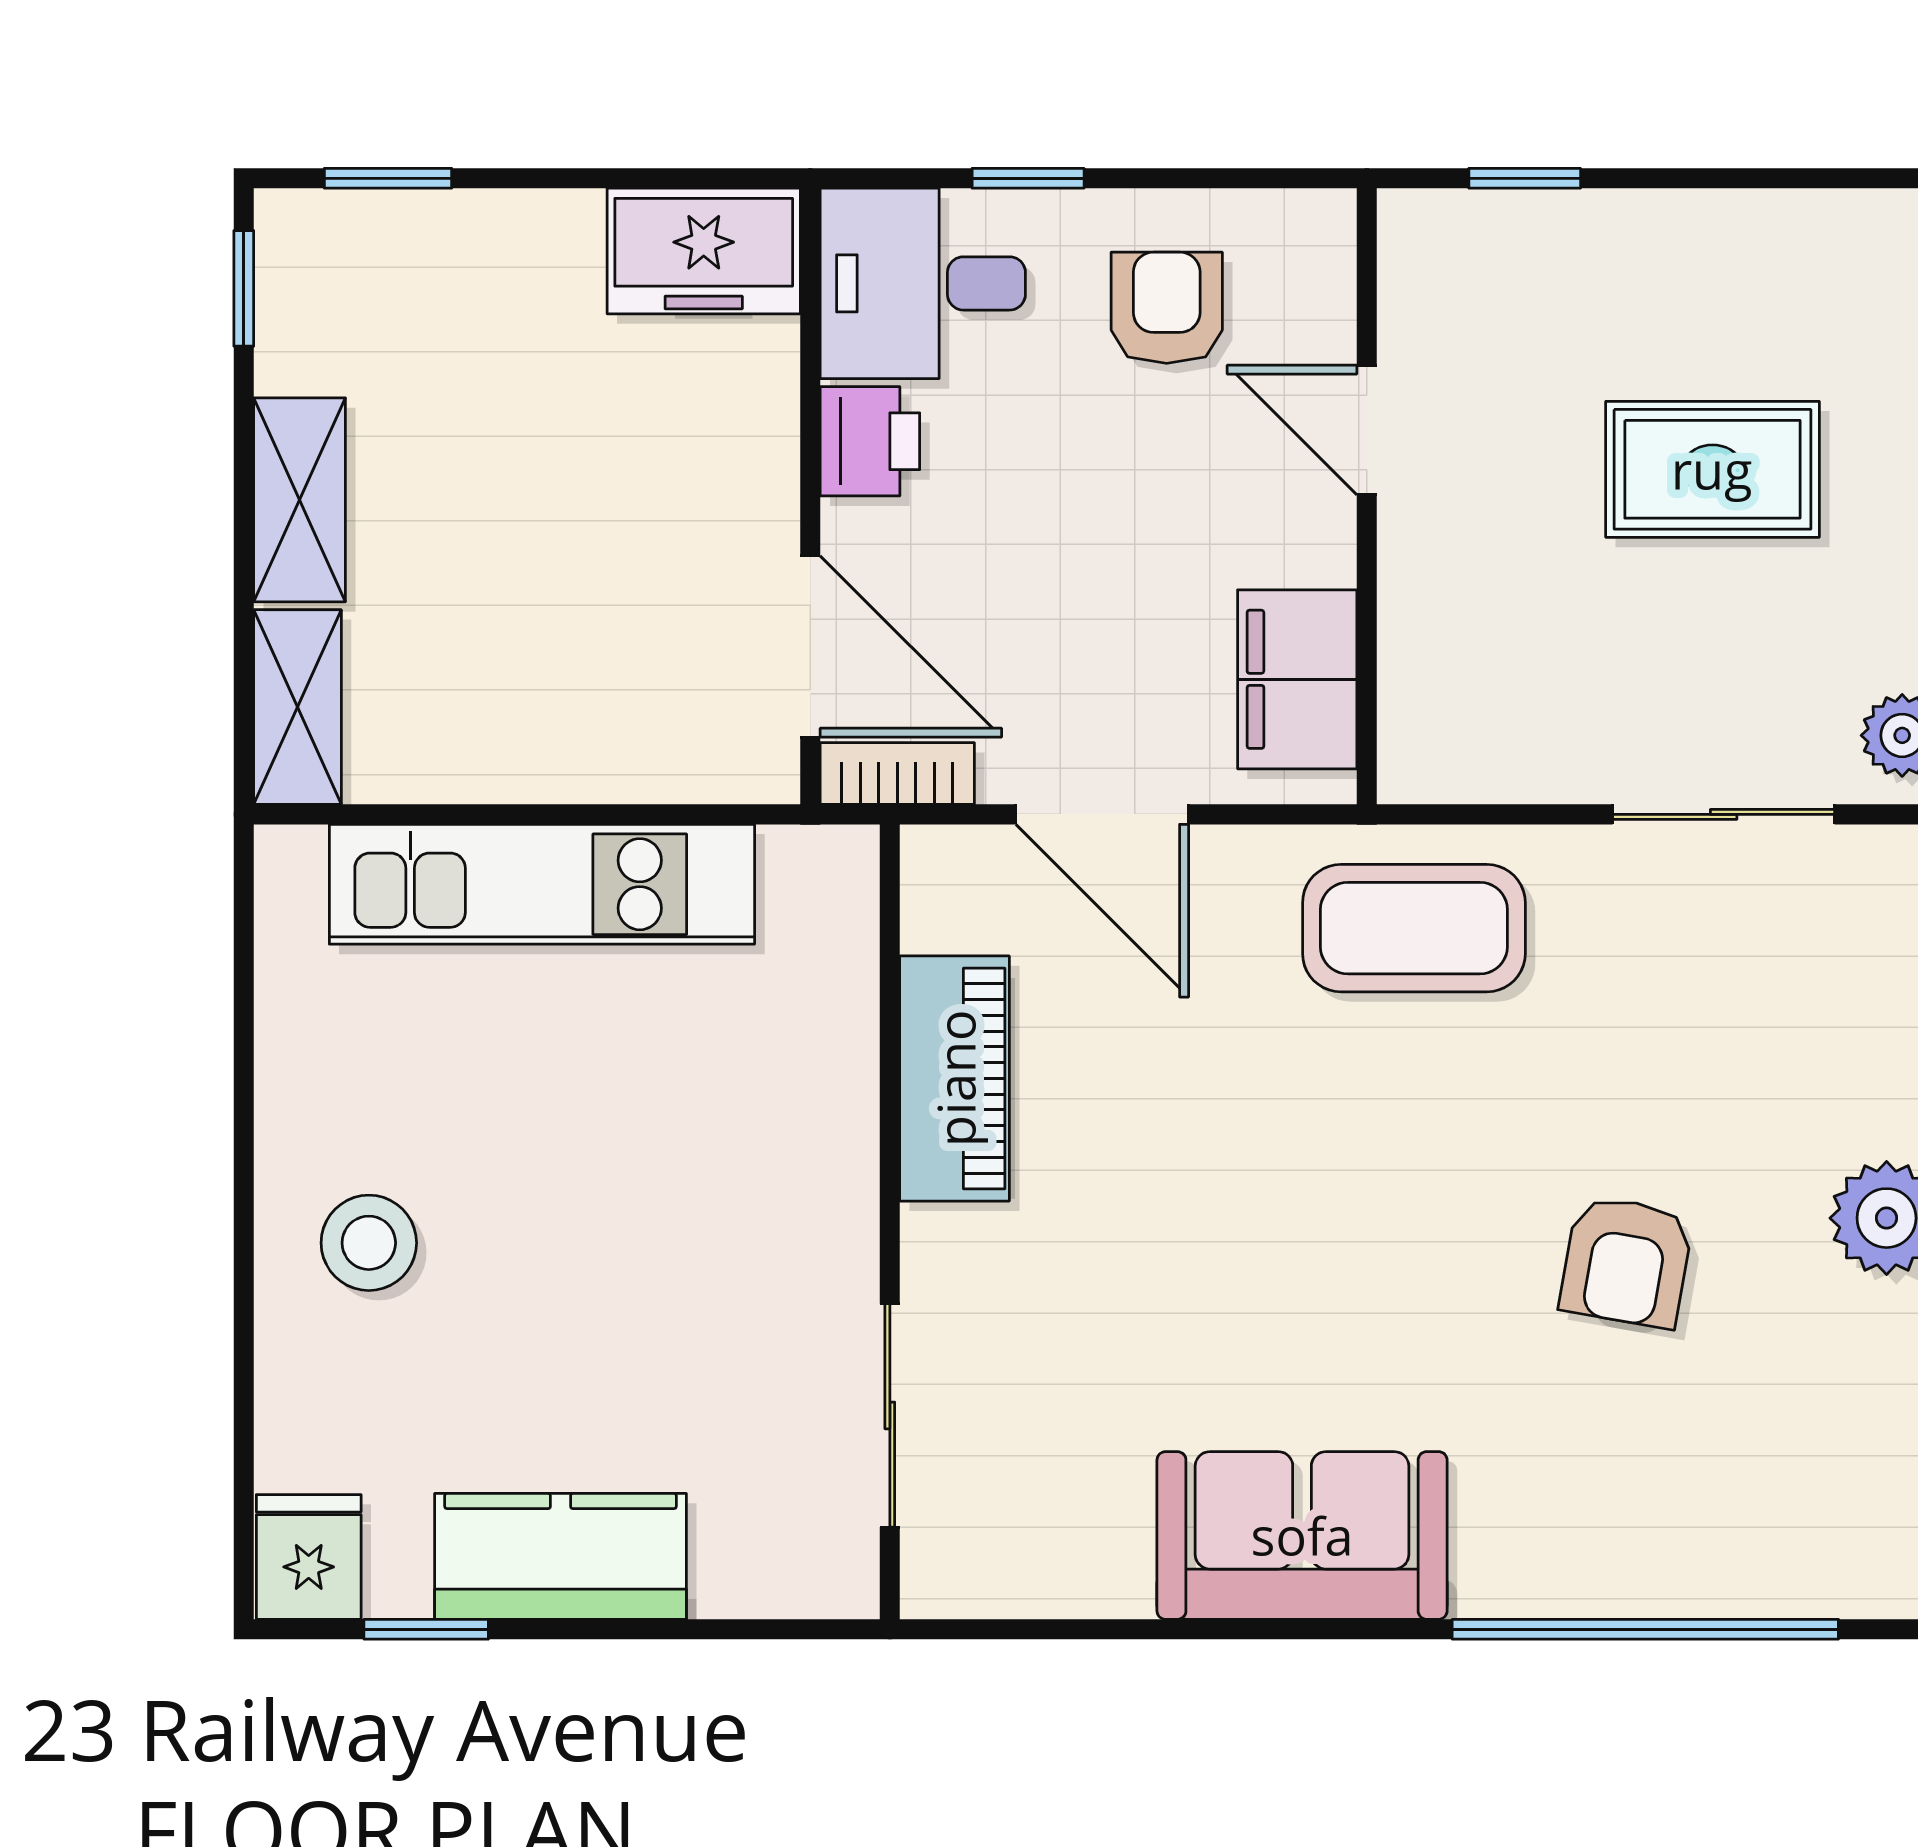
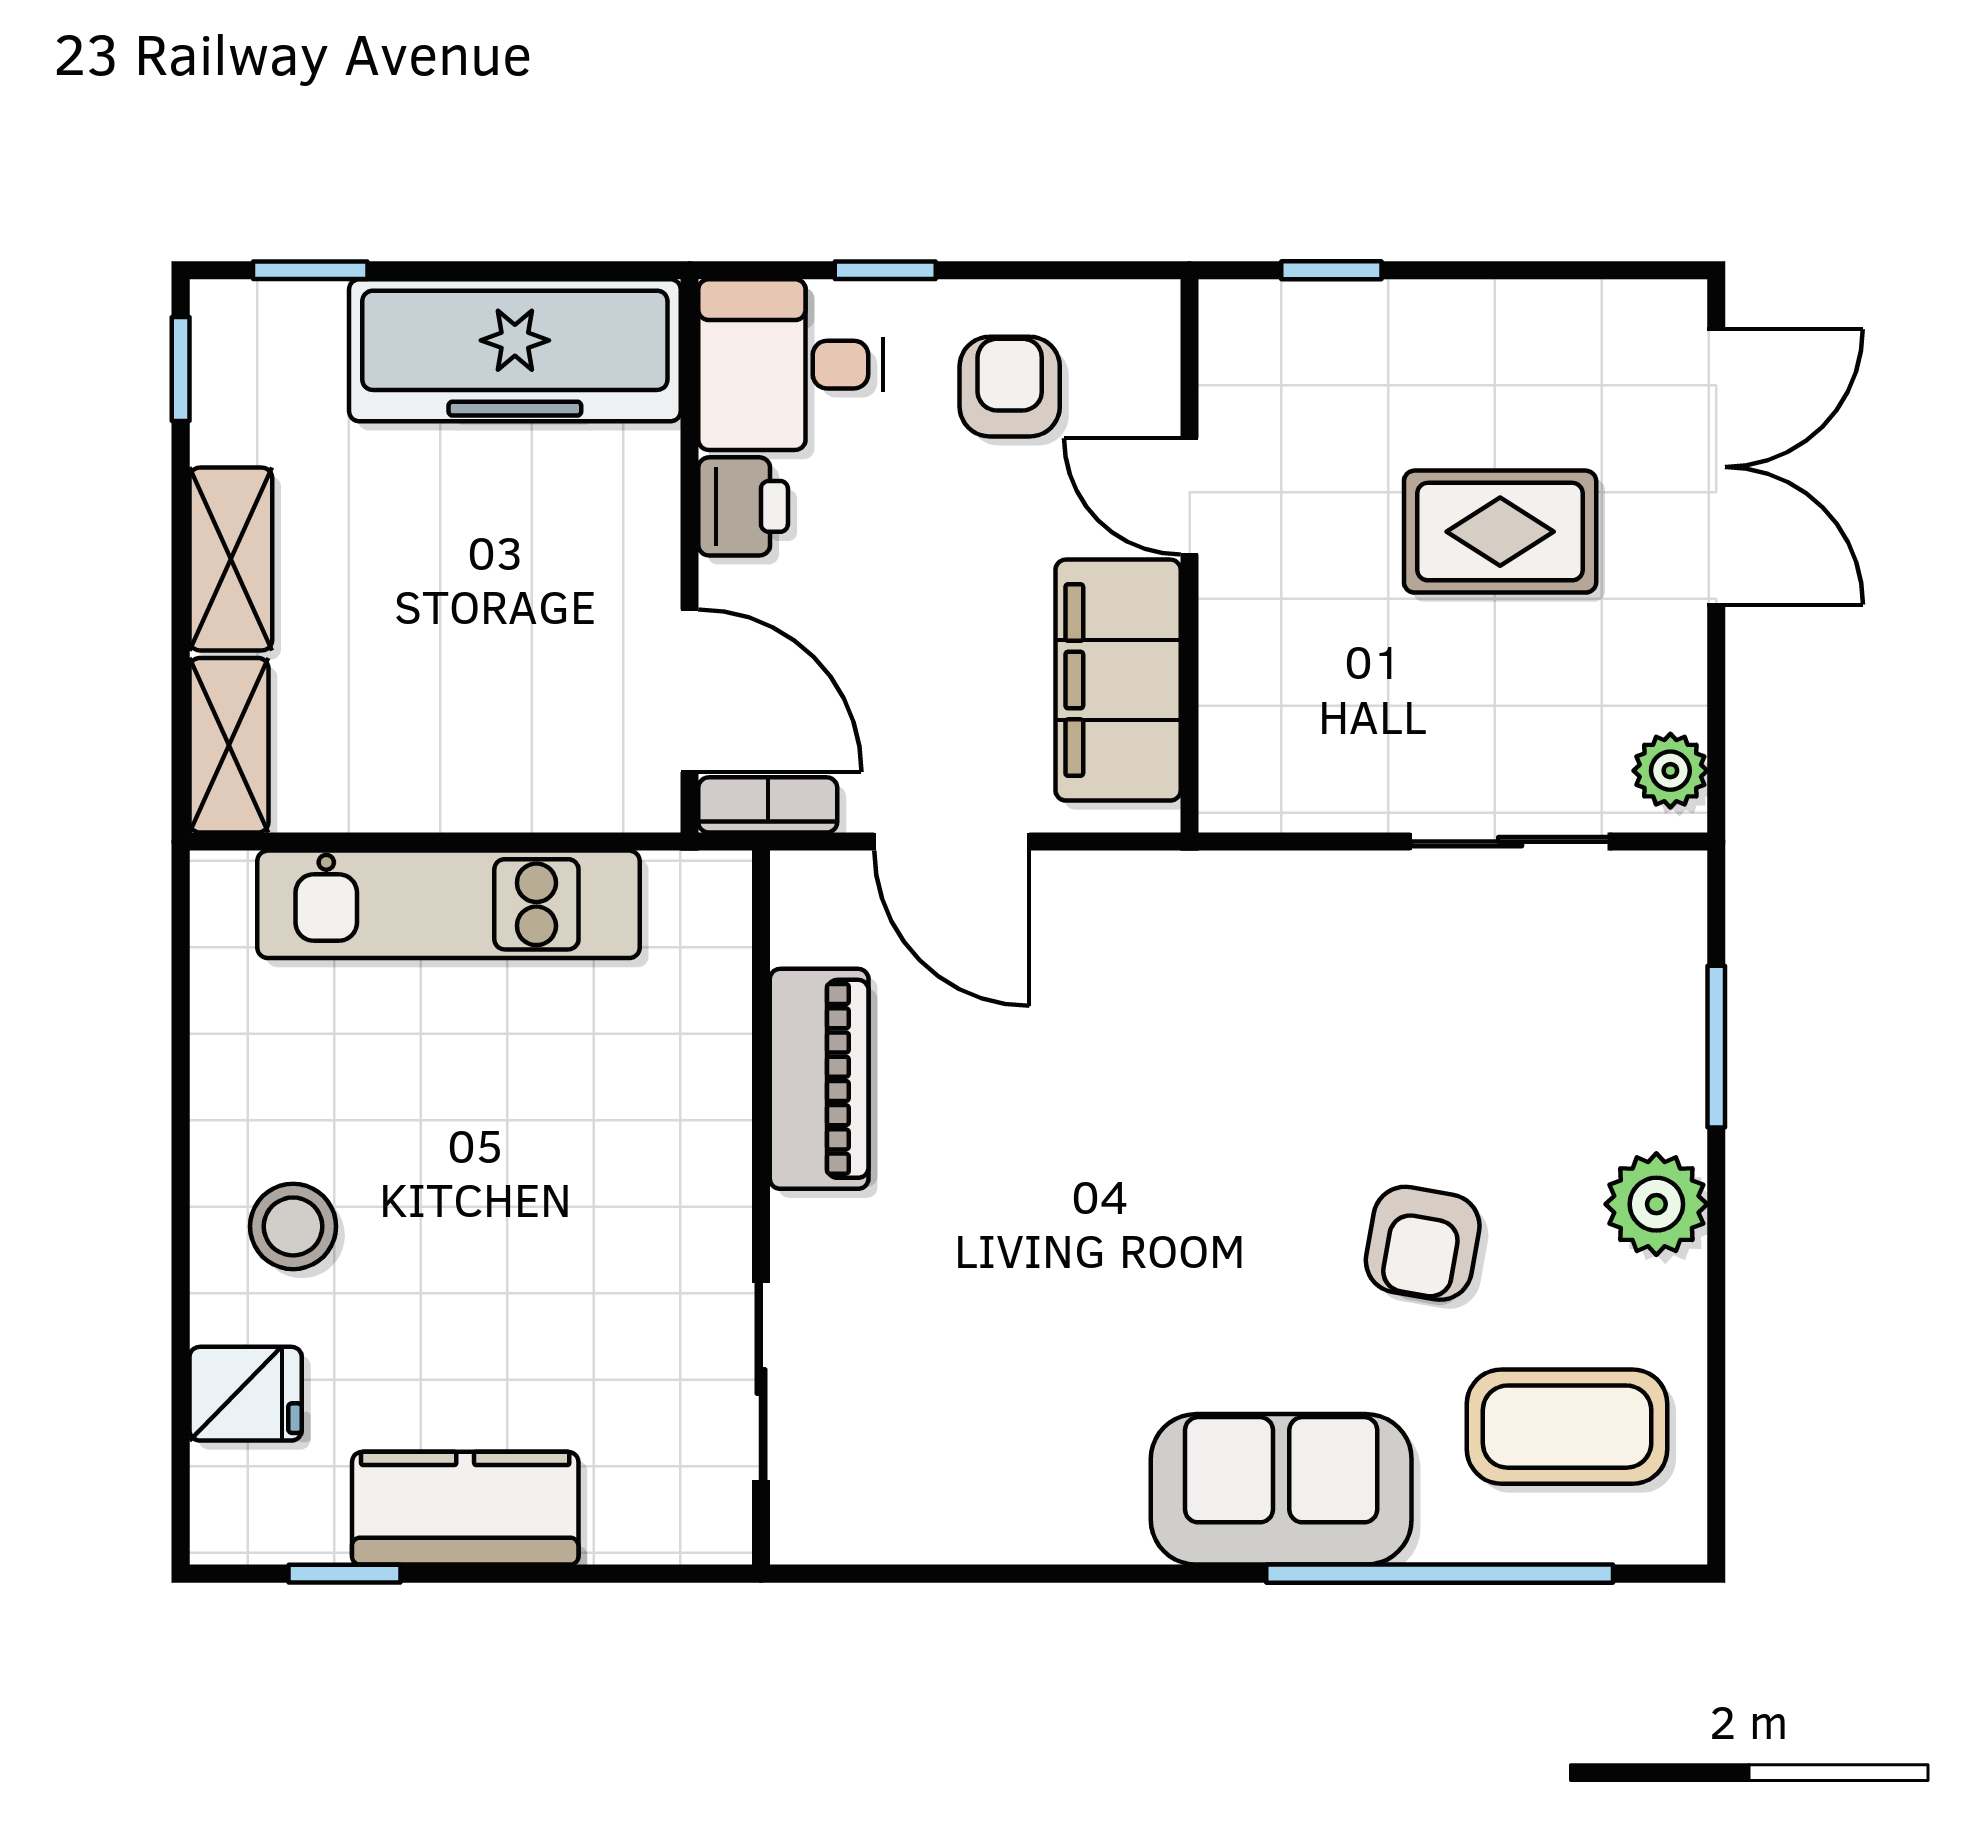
freezer: (704, 251) -> (515, 350), width x1.91, depth x1.26
filing cabinet: (1297, 679) -> (1118, 680), width x1.50, depth x1.17
coffee table: (1414, 928) -> (1567, 1427), moved
sofa: (1302, 1535) -> (1281, 1489), moved
fridge: (309, 1557) -> (246, 1394), moved, turned 90

